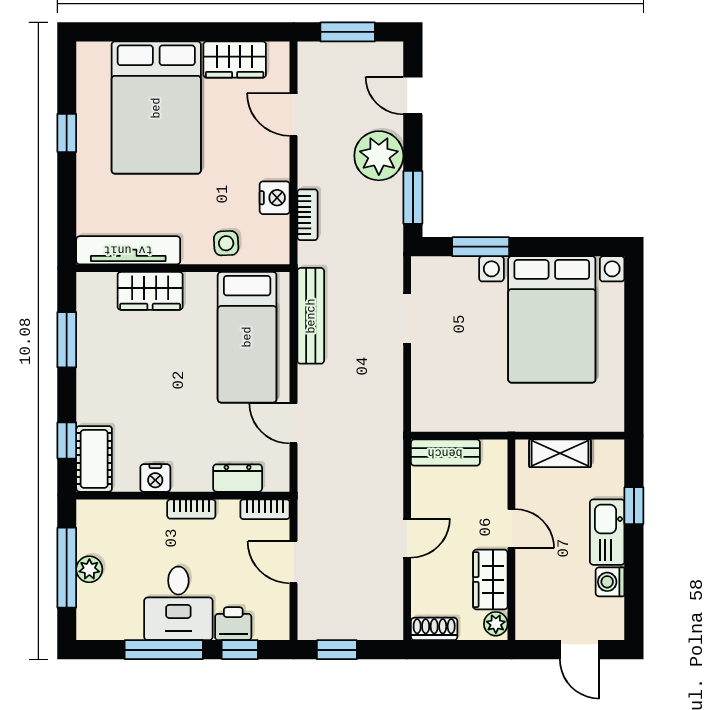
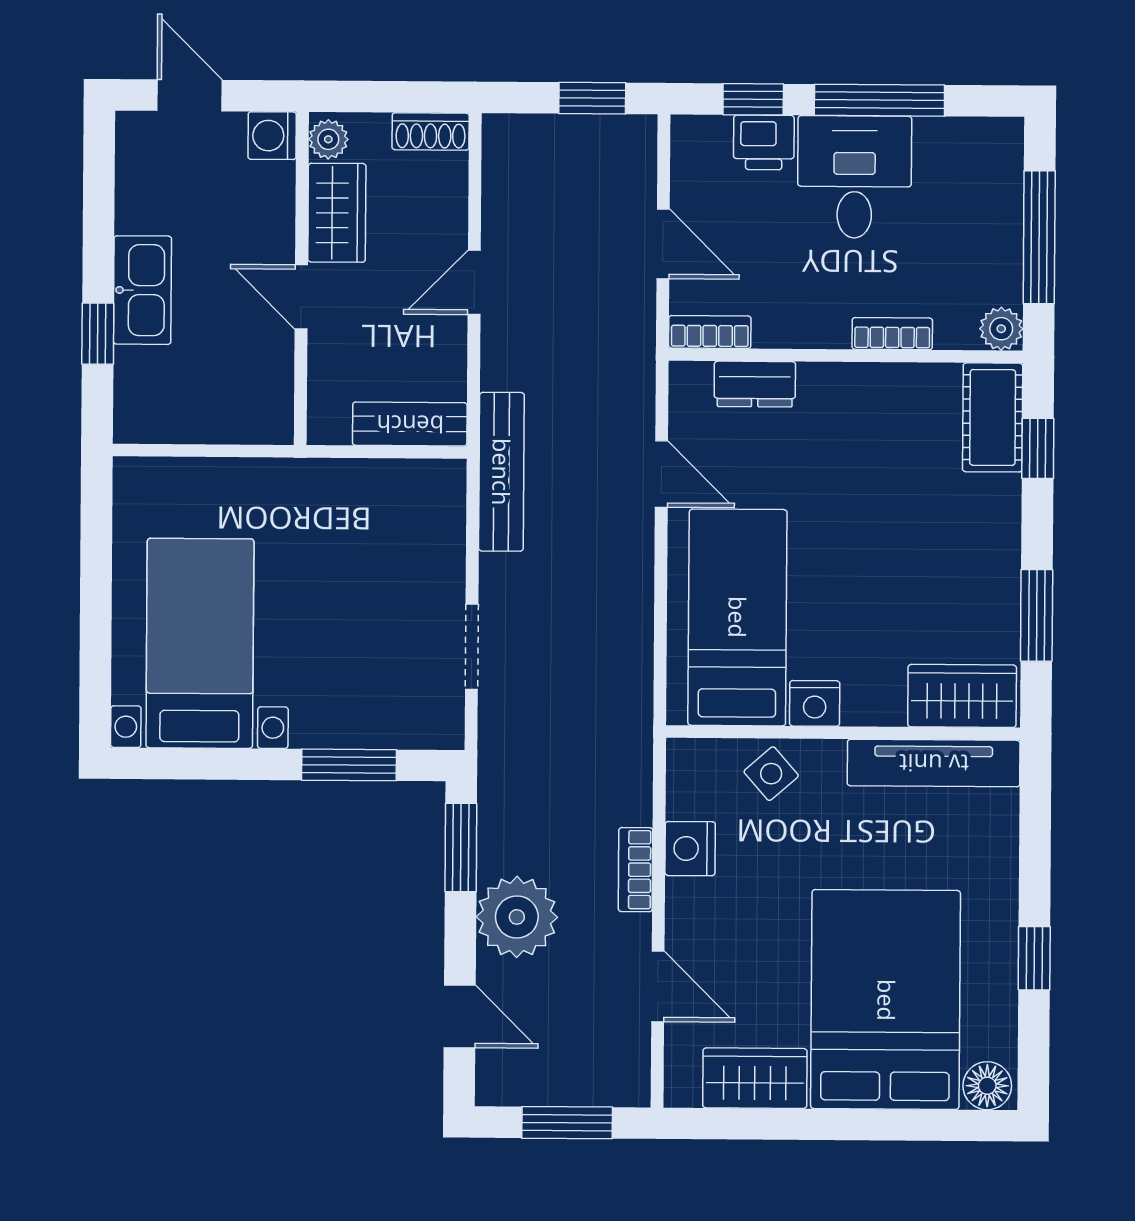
floor lamp: (95, 56) -> (987, 1086), added
bookcase: (307, 215) -> (636, 870), moved
side table: (226, 243) -> (771, 774), turned -38
wardrobe: (150, 291) -> (962, 696), moved
bench: (311, 316) -> (501, 472), moved
bed with nightstands: (552, 319) -> (200, 643), width x0.73
shelving: (560, 453) -> (220, 421), removed
nightstand: (155, 478) -> (815, 703), moved, turned 180
bookcase: (191, 509) -> (892, 334), moved
plant: (89, 569) -> (1001, 329), moved
washing machine: (610, 582) -> (272, 136), moved, turned 180

